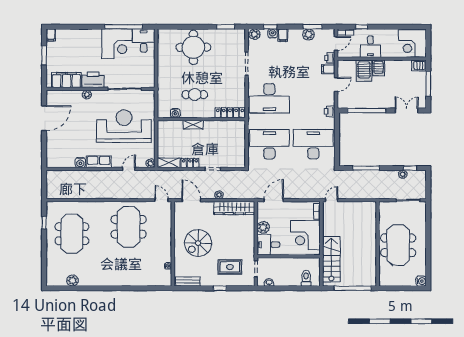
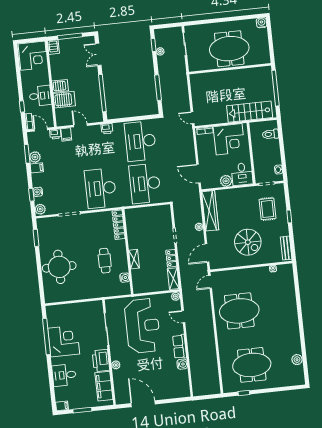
filing cabinet: (283, 35) -> (37, 168), moved
desk: (144, 41) -> (64, 375), moved
desk: (269, 98) -> (101, 188), turned 180
reception desk: (124, 126) -> (143, 326), turned 180

